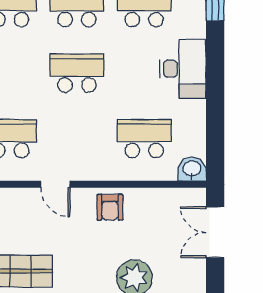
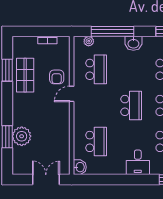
desk: (183, 69) -> (138, 162), width x0.73
armchair: (110, 207) -> (57, 77), moved, turned -90

